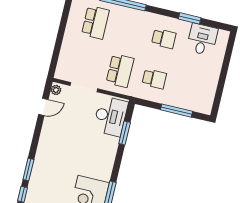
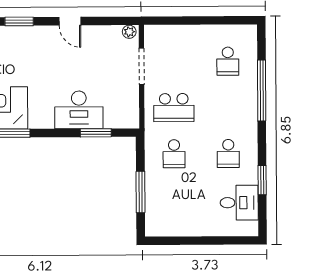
school desk: (95, 22) -> (228, 61), width x0.54
door: (43, 107) -> (70, 21), moved
desk: (110, 116) -> (79, 110), moved

